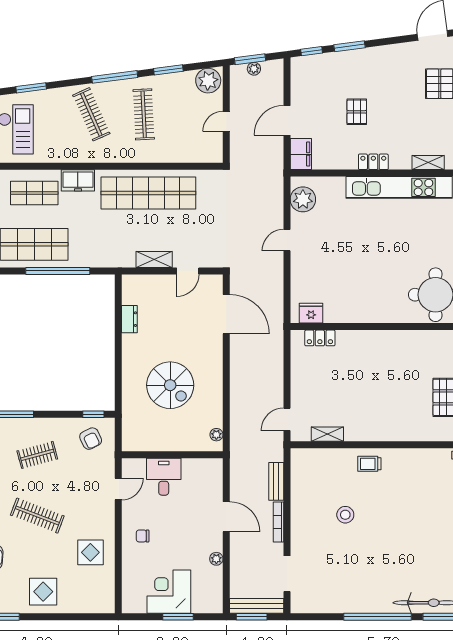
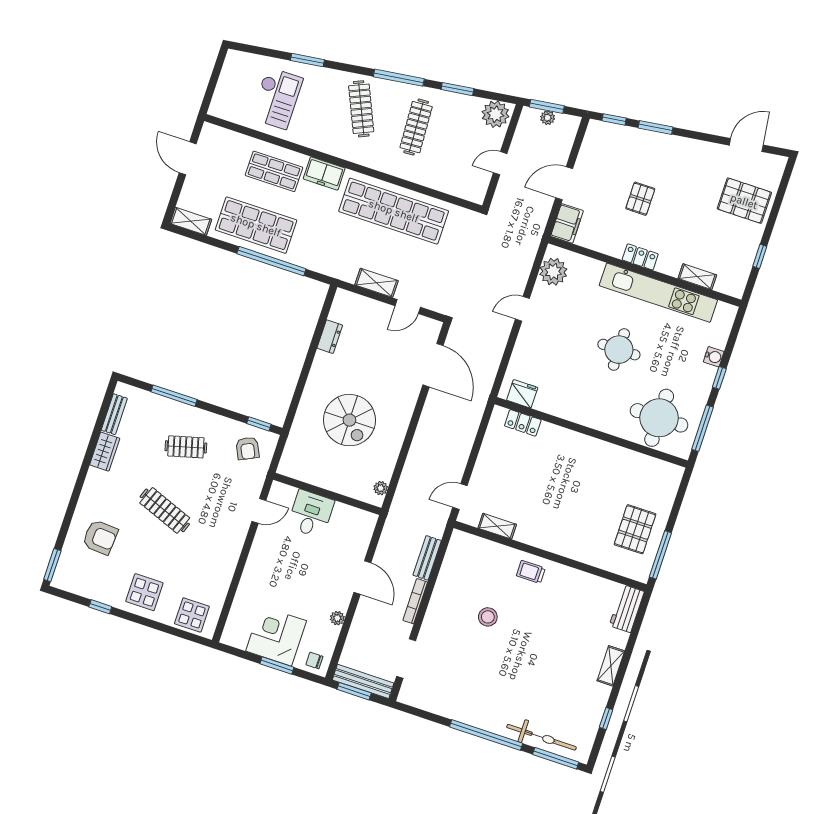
round table: (381, 248) -> (619, 350), added
chair: (143, 536) -> (314, 661), moved
display table: (90, 552) -> (192, 615), moved

